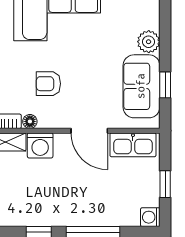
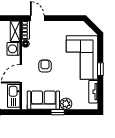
armchair: (48, 84) -> (45, 66), moved
window: (165, 85) -> (58, 112), moved

